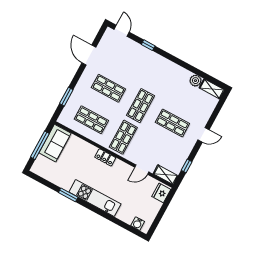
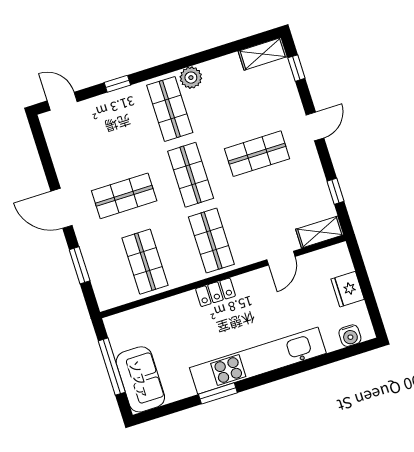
door: (89, 55) -> (61, 208), moved
shop shelf: (158, 74) -> (170, 109), added
plant: (195, 81) -> (191, 78), moved
window: (219, 107) -> (296, 68), added
shop shelf: (91, 120) -> (145, 262), turned 90
sofa: (55, 143) -> (140, 379), moved
fridge: (161, 193) -> (348, 289), moved
kitchen unit: (95, 198) -> (258, 361), width x1.36

